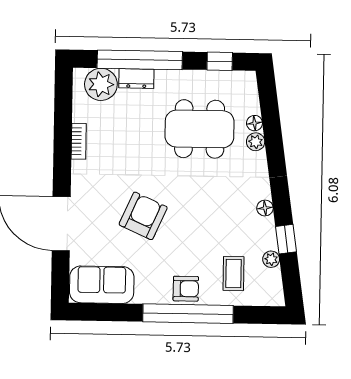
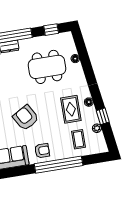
plant: (256, 142) -> (78, 68), removed
rug: (229, 215) -> (71, 109), added
armchair: (143, 216) -> (26, 118), turned -54
armchair: (186, 289) -> (42, 151), moved

